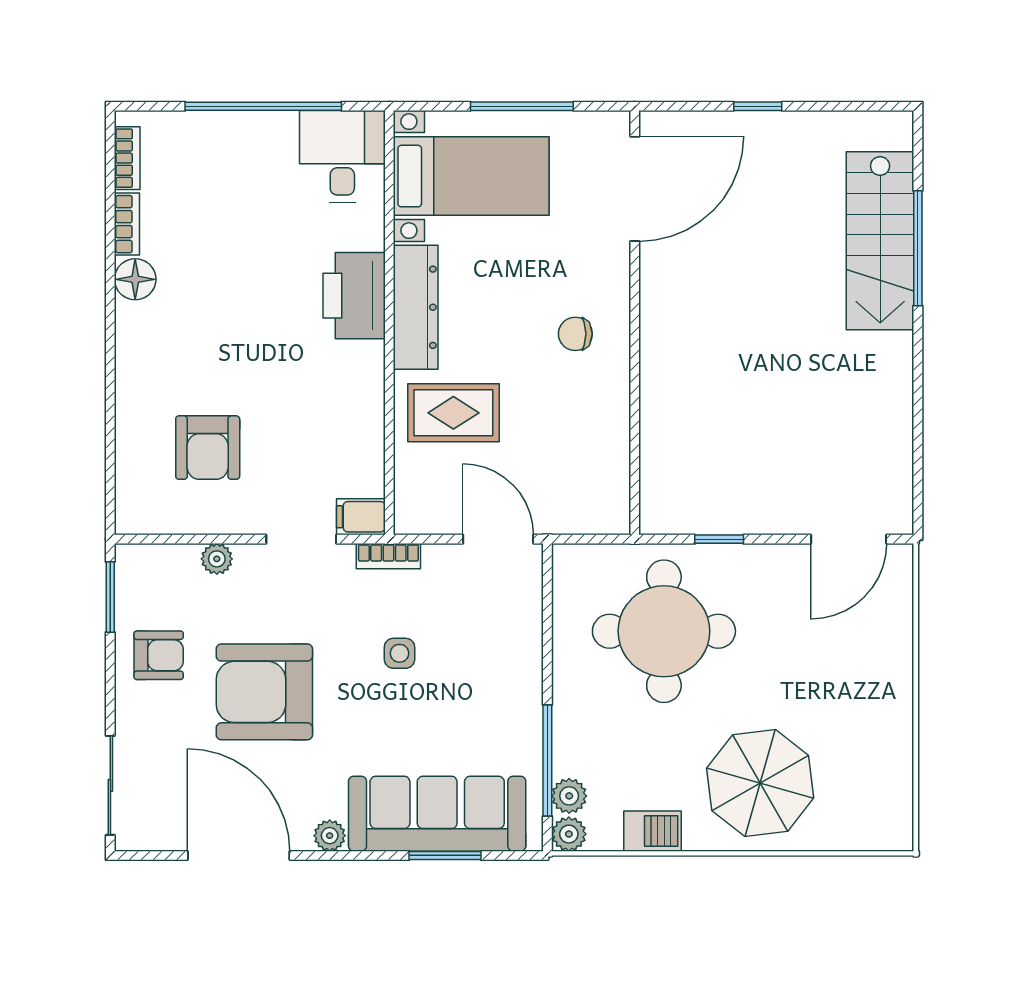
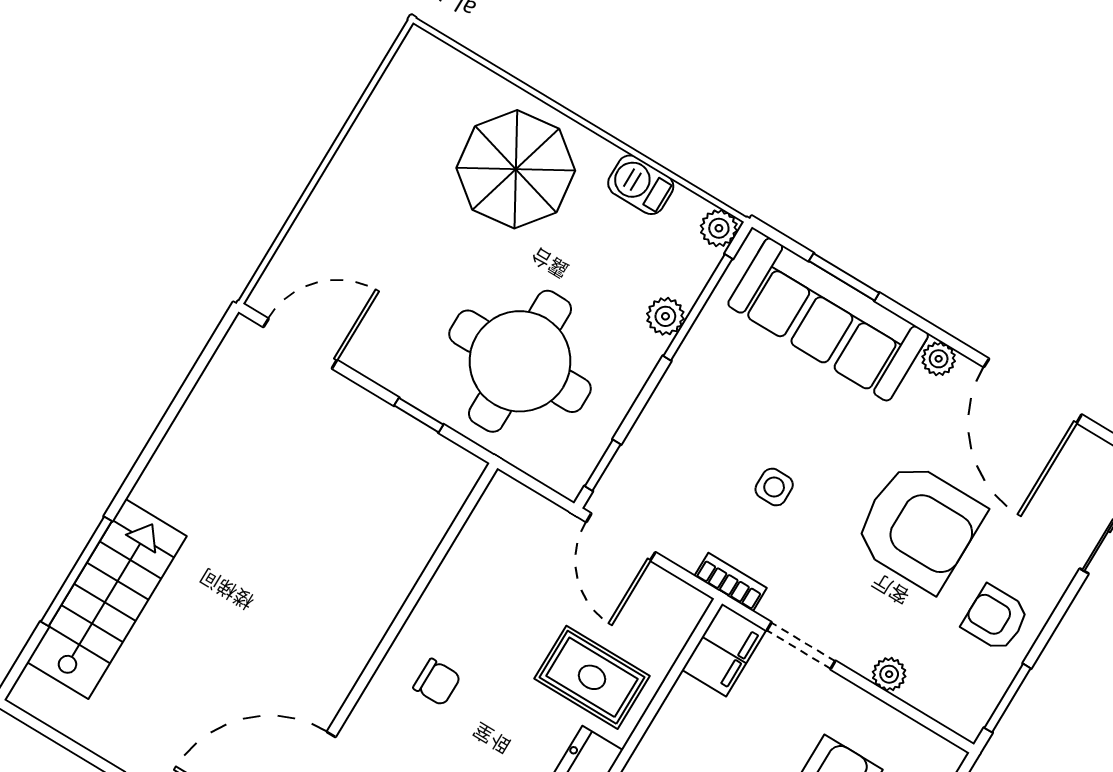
filing cabinet: (361, 517) -> (724, 650), width x2.00
window: (547, 588) -> (603, 465), added
plant: (569, 796) -> (665, 316), moved

